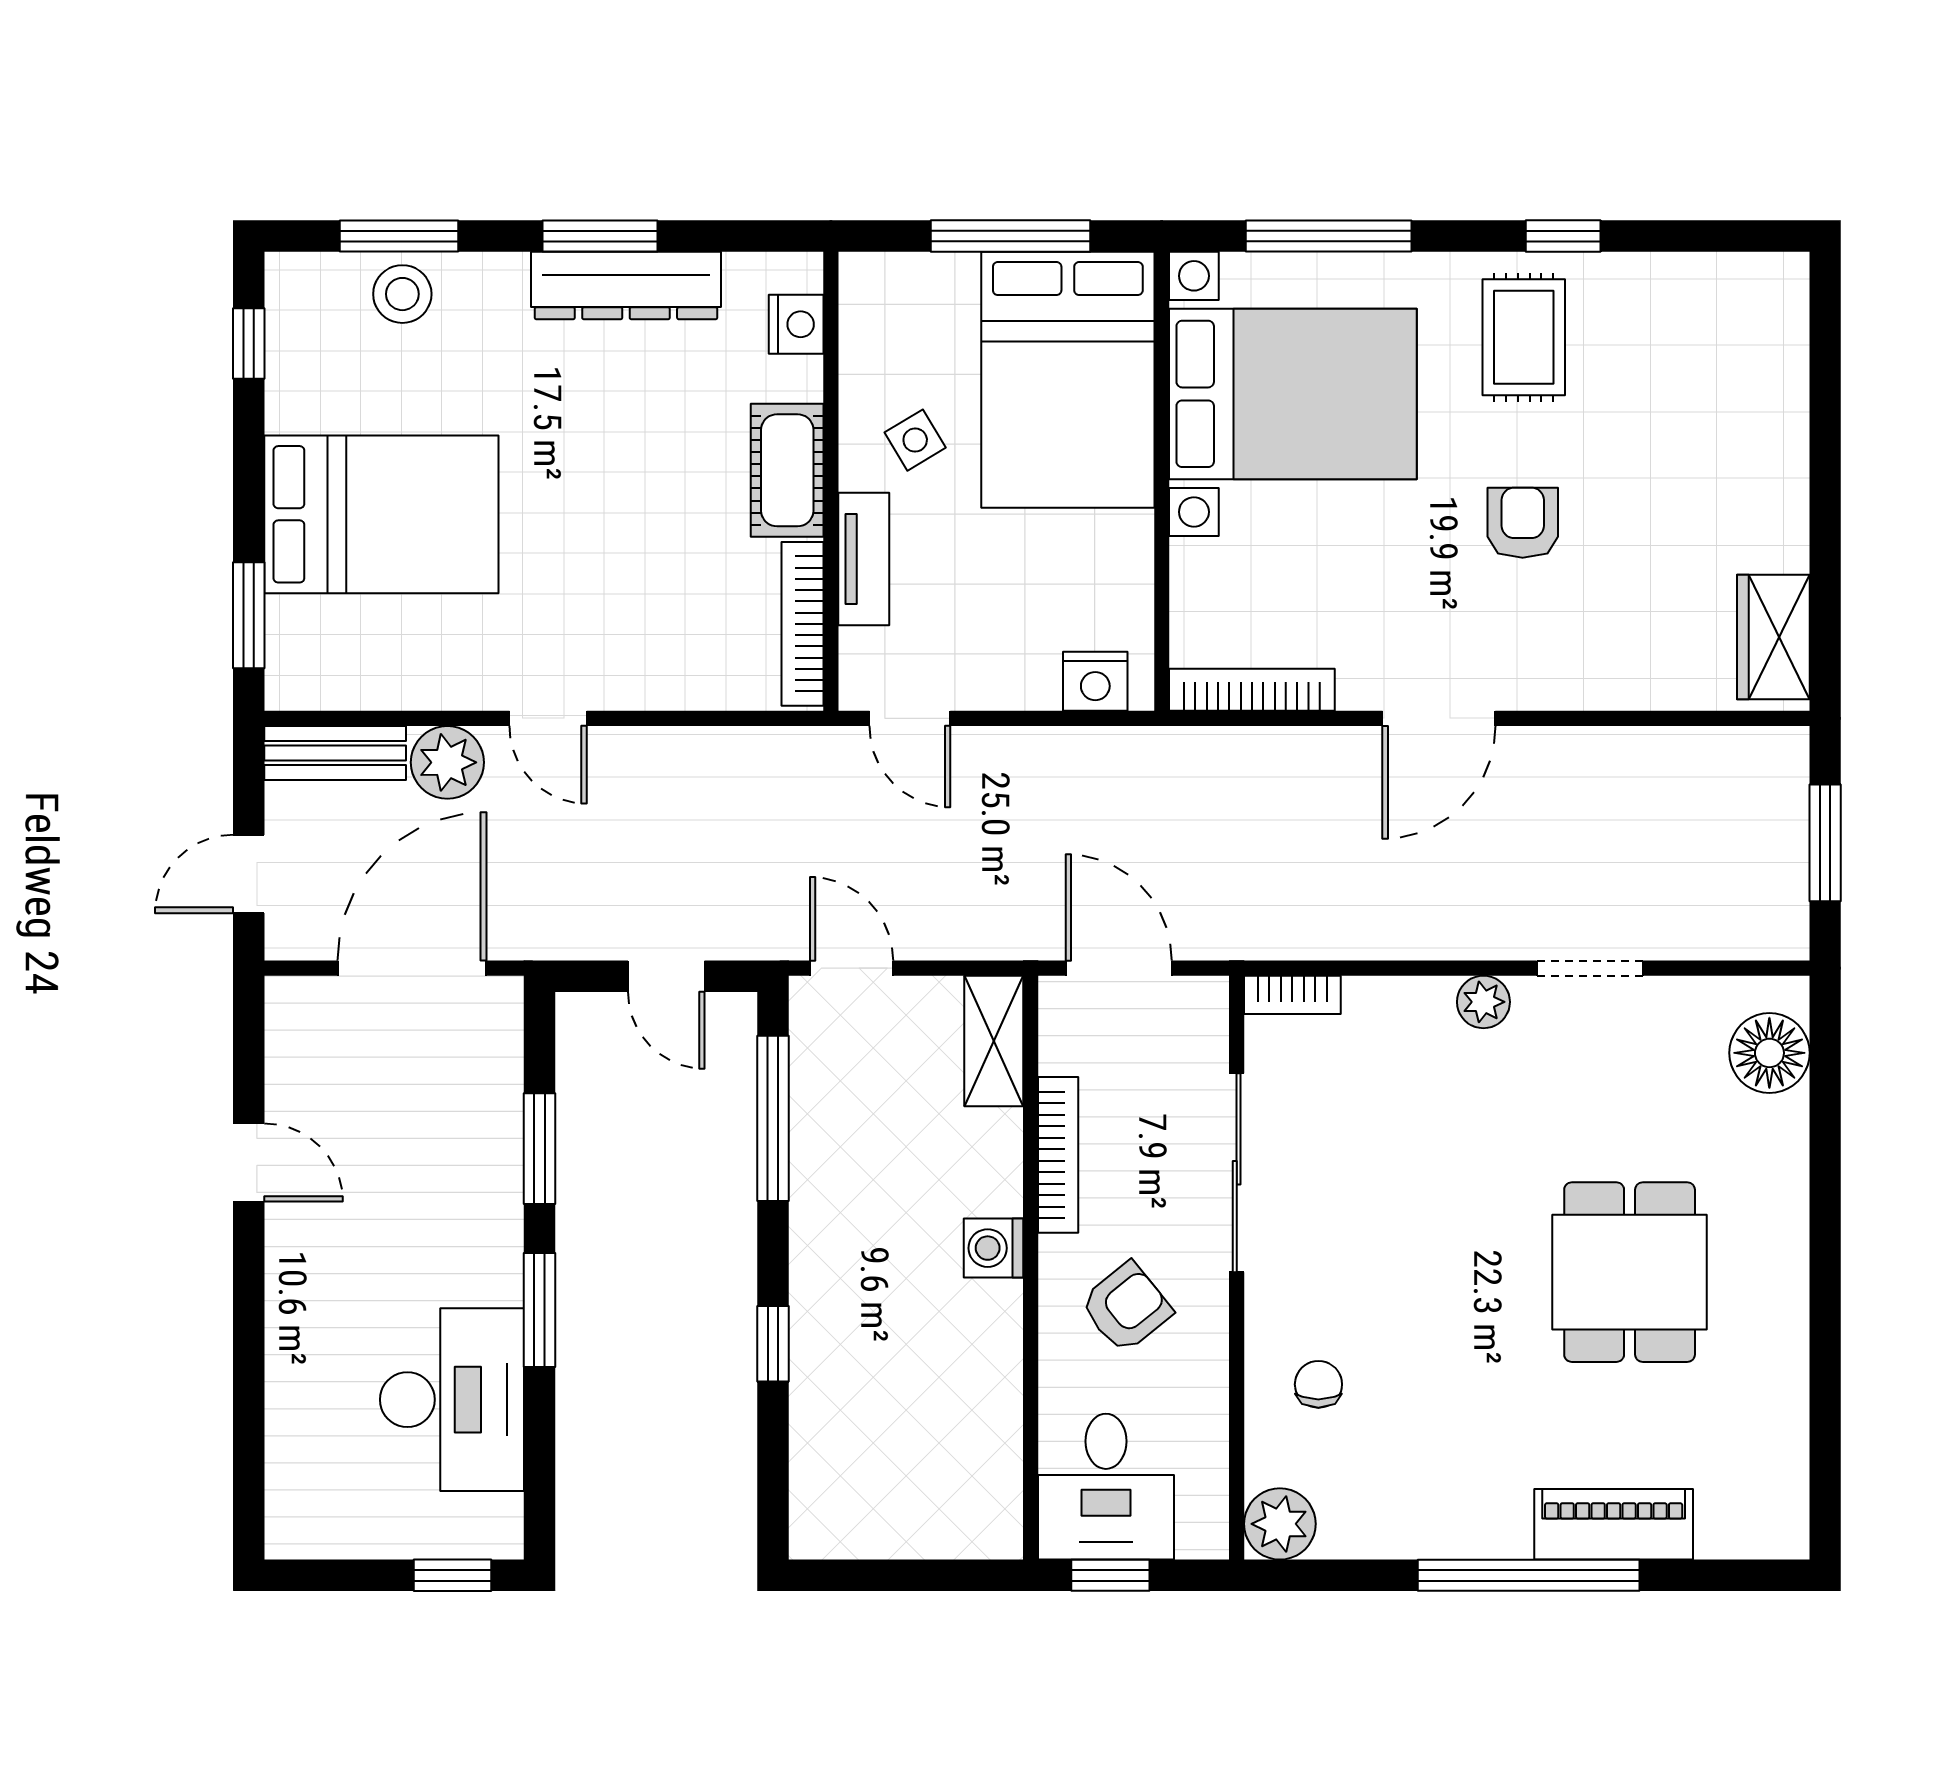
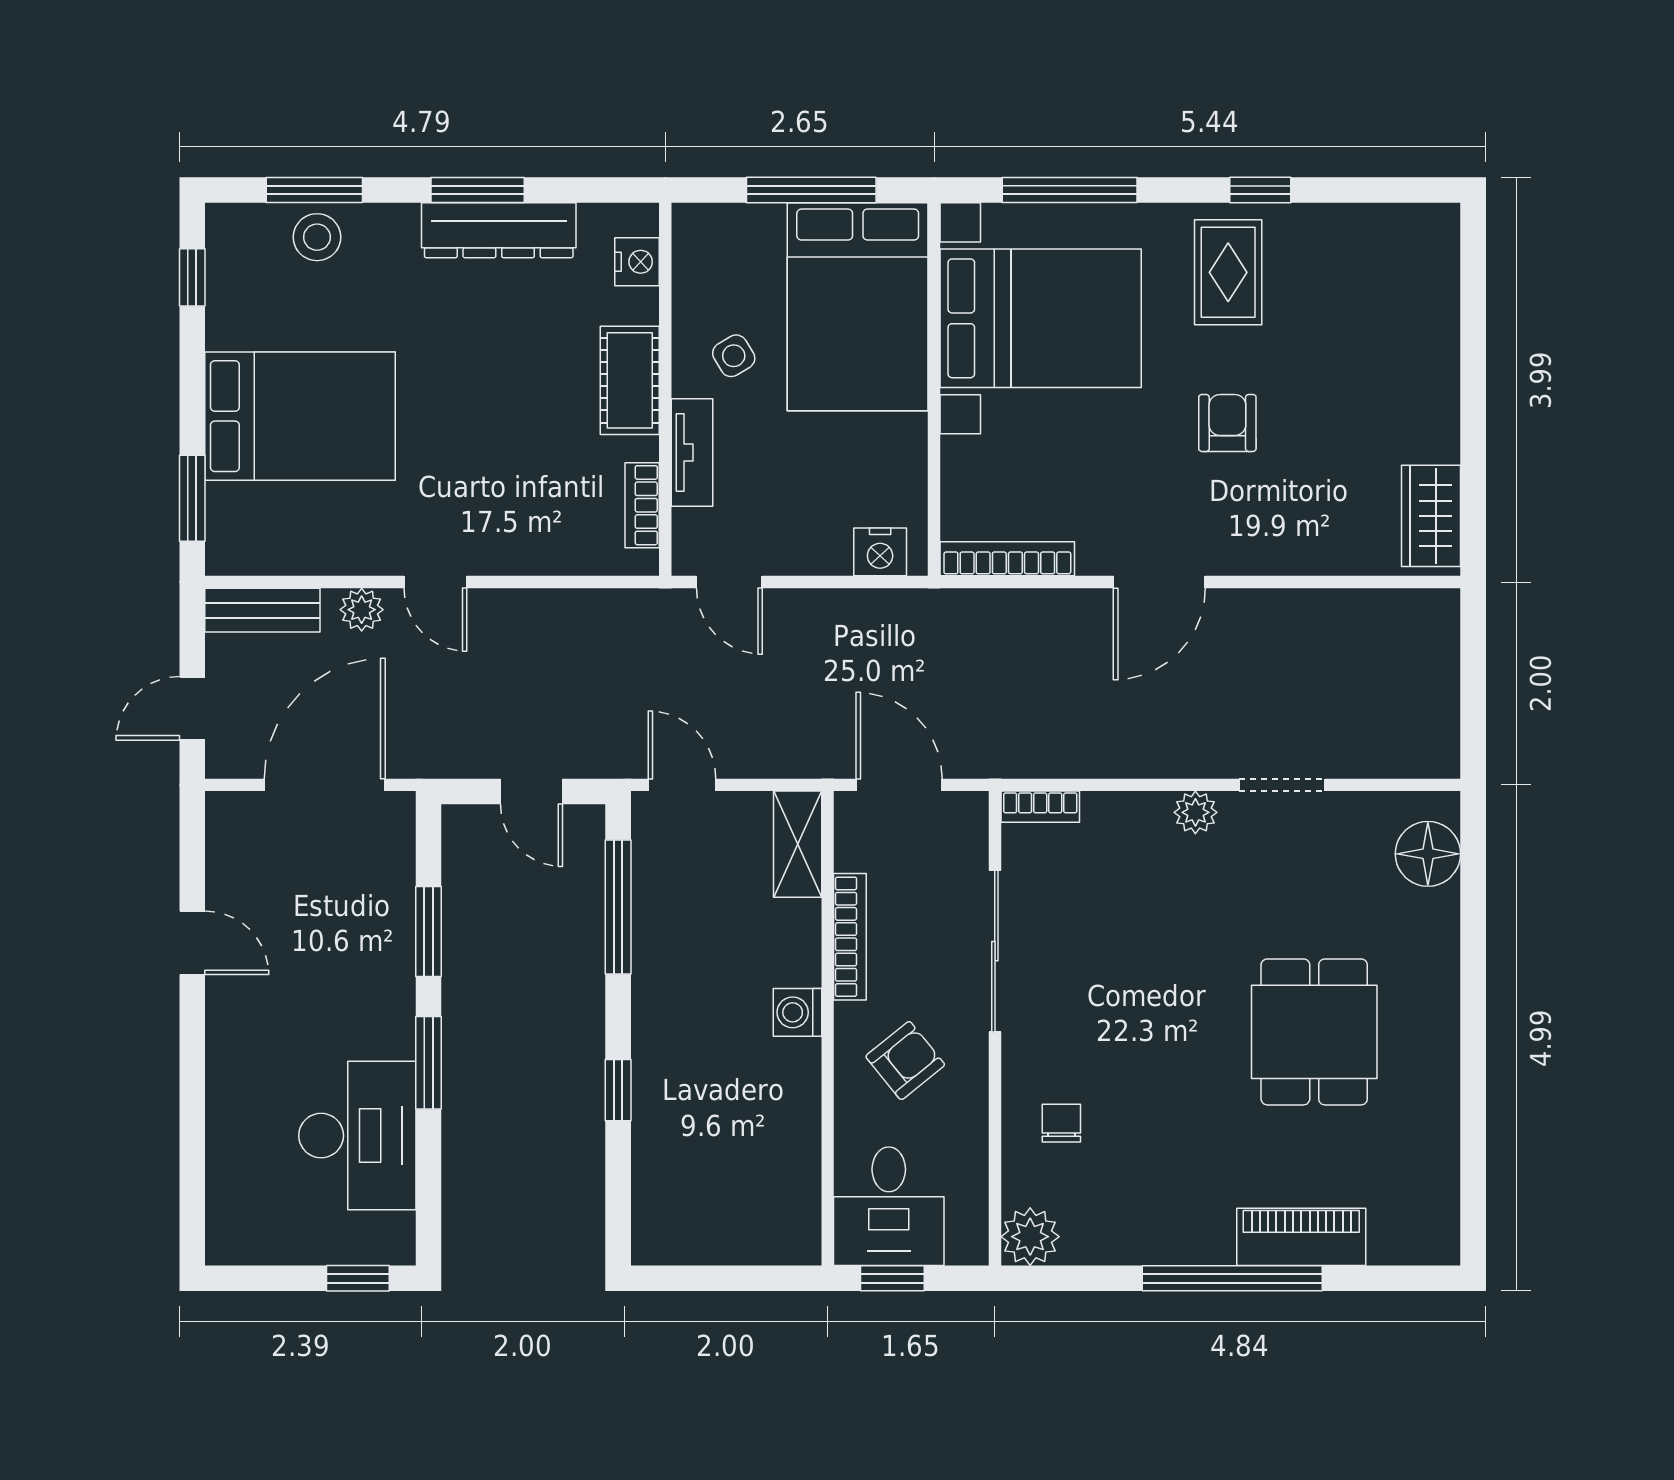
bookcase: (803, 624) -> (642, 505), width x0.64
plant: (447, 762) -> (362, 610), width x0.73, depth x0.73
window: (1825, 843) -> (1473, 683), removed

